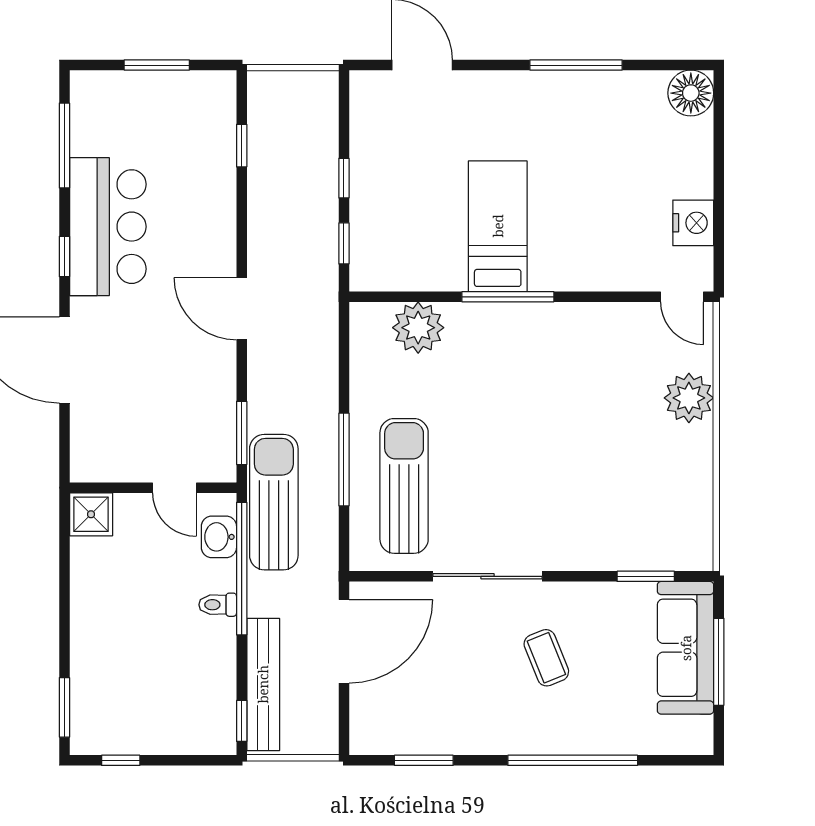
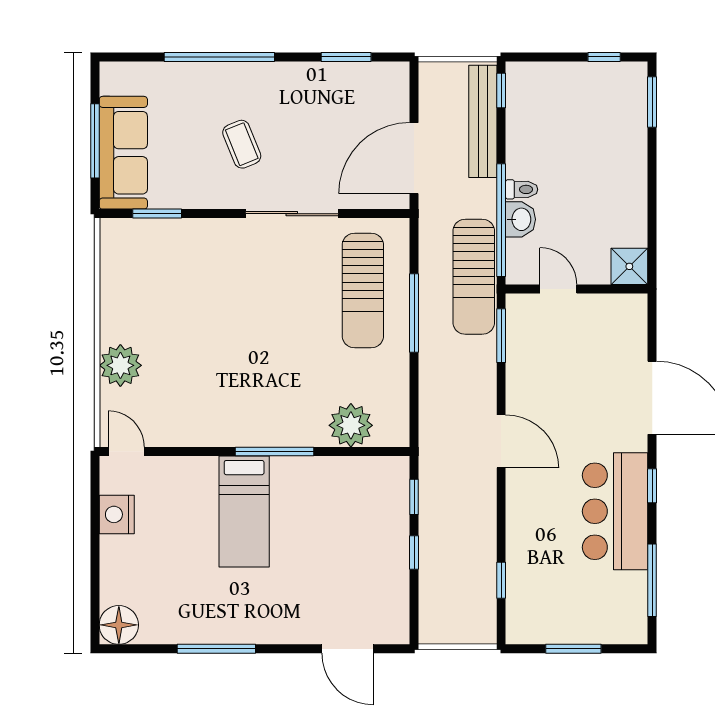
bed: (498, 226) -> (244, 511), moved
washbasin: (219, 537) -> (520, 219), moved

